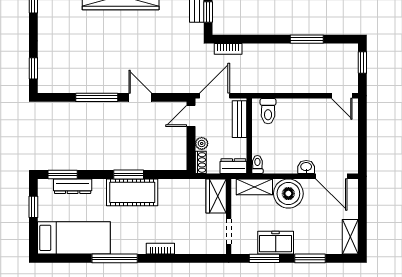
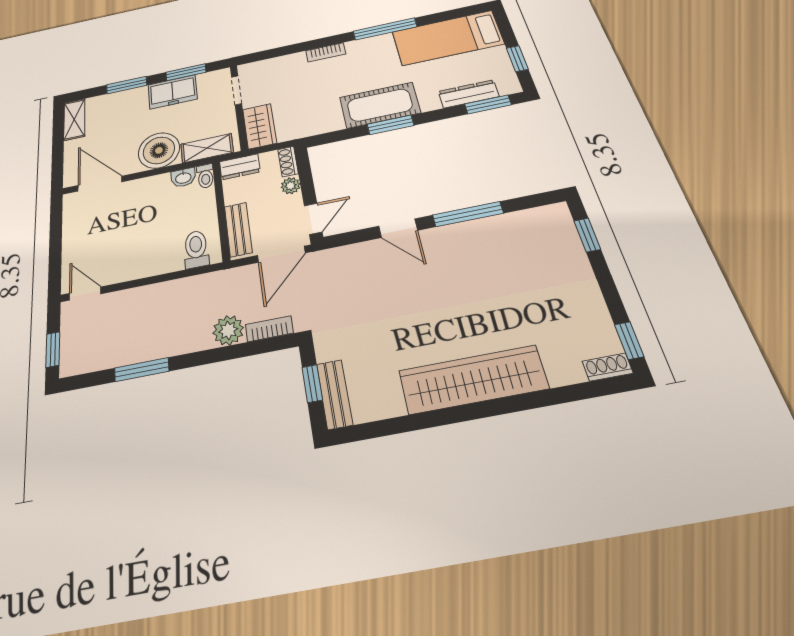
plant: (253, 53) -> (228, 330), added
washbasin: (306, 167) -> (183, 178), moved

